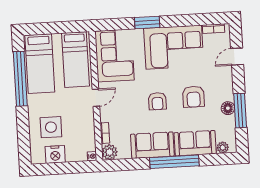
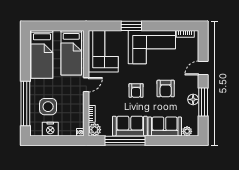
door: (237, 57) -> (203, 68), moved
window: (20, 79) -> (25, 103), moved
window: (174, 162) -> (125, 141), moved

